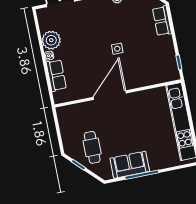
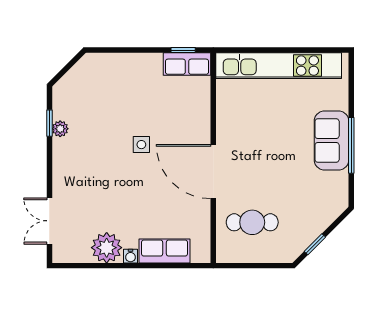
row of seats: (162, 21) -> (187, 64), moved
cafe table: (92, 147) -> (252, 222), moved
sofa: (130, 165) -> (331, 140), moved

